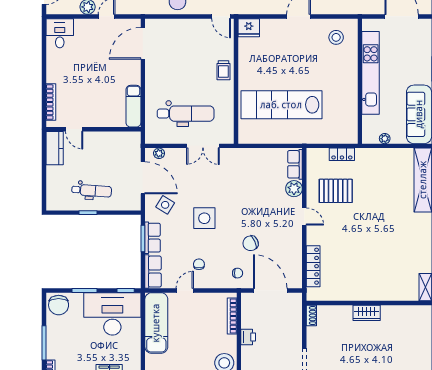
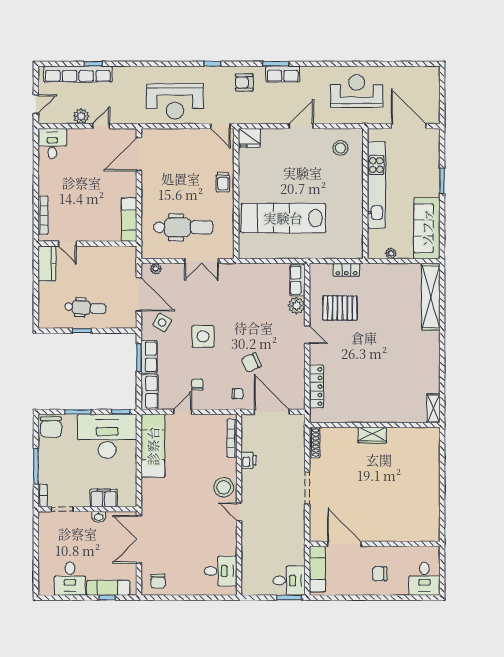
shoe rack: (311, 315) -> (315, 443), width x1.43

